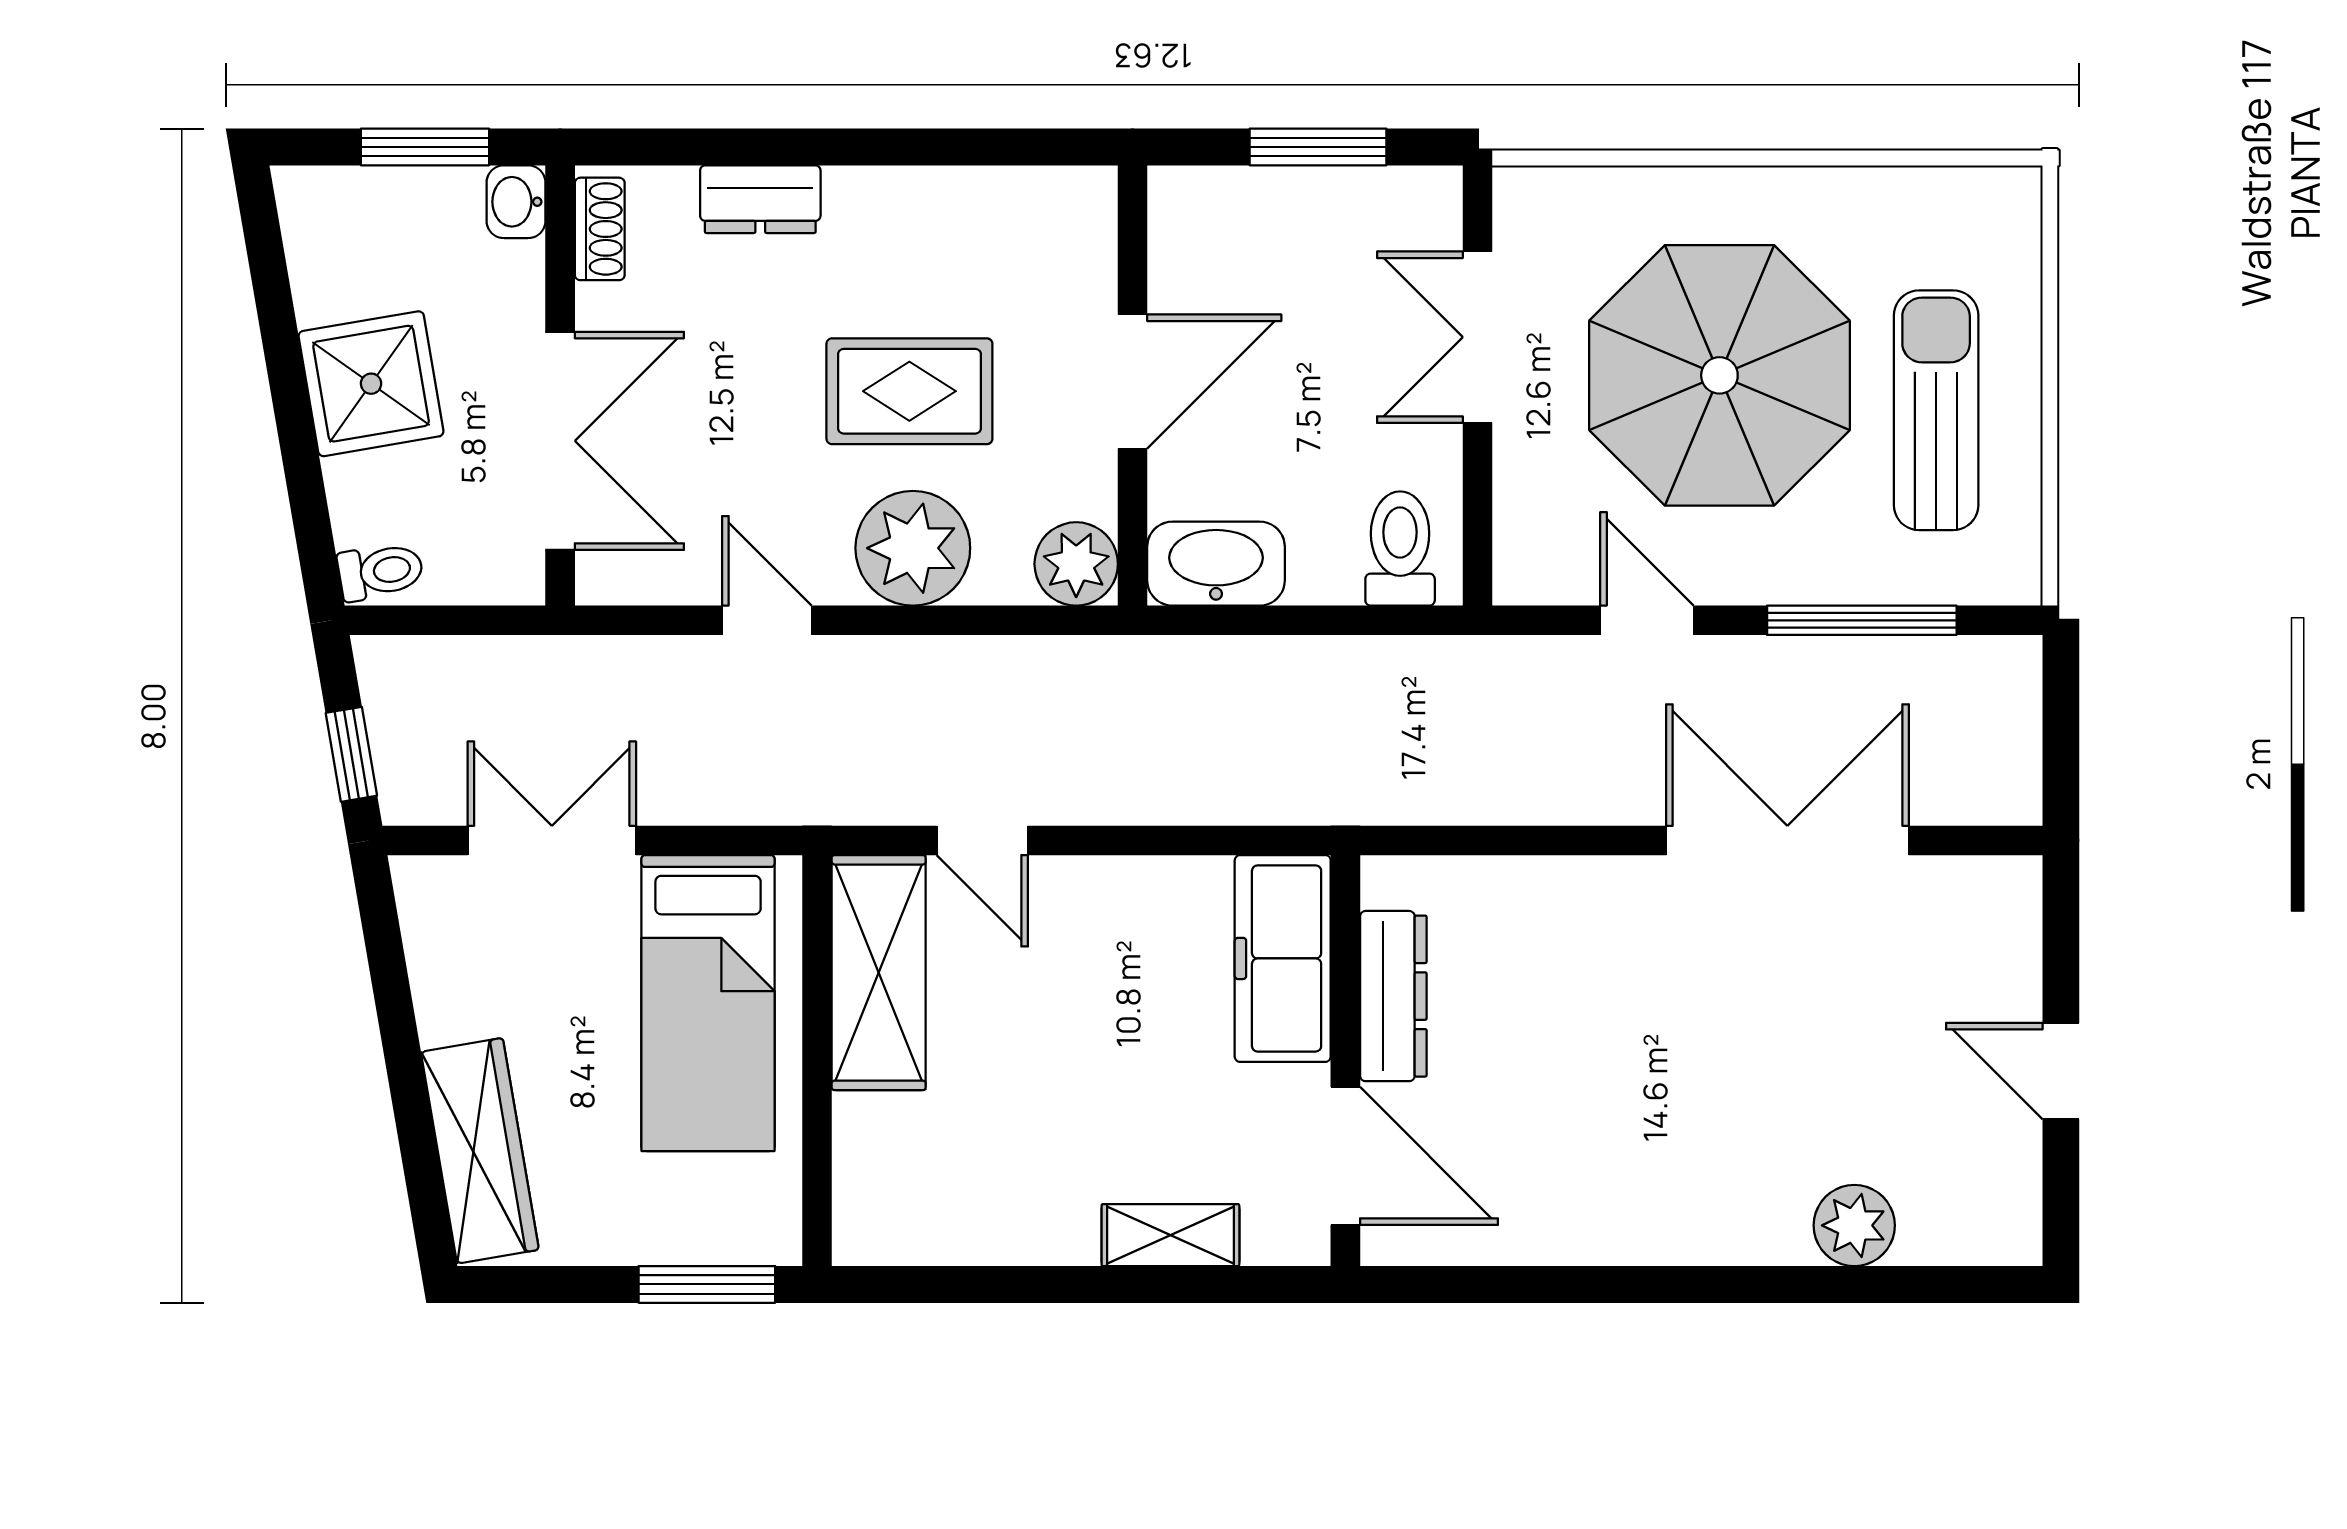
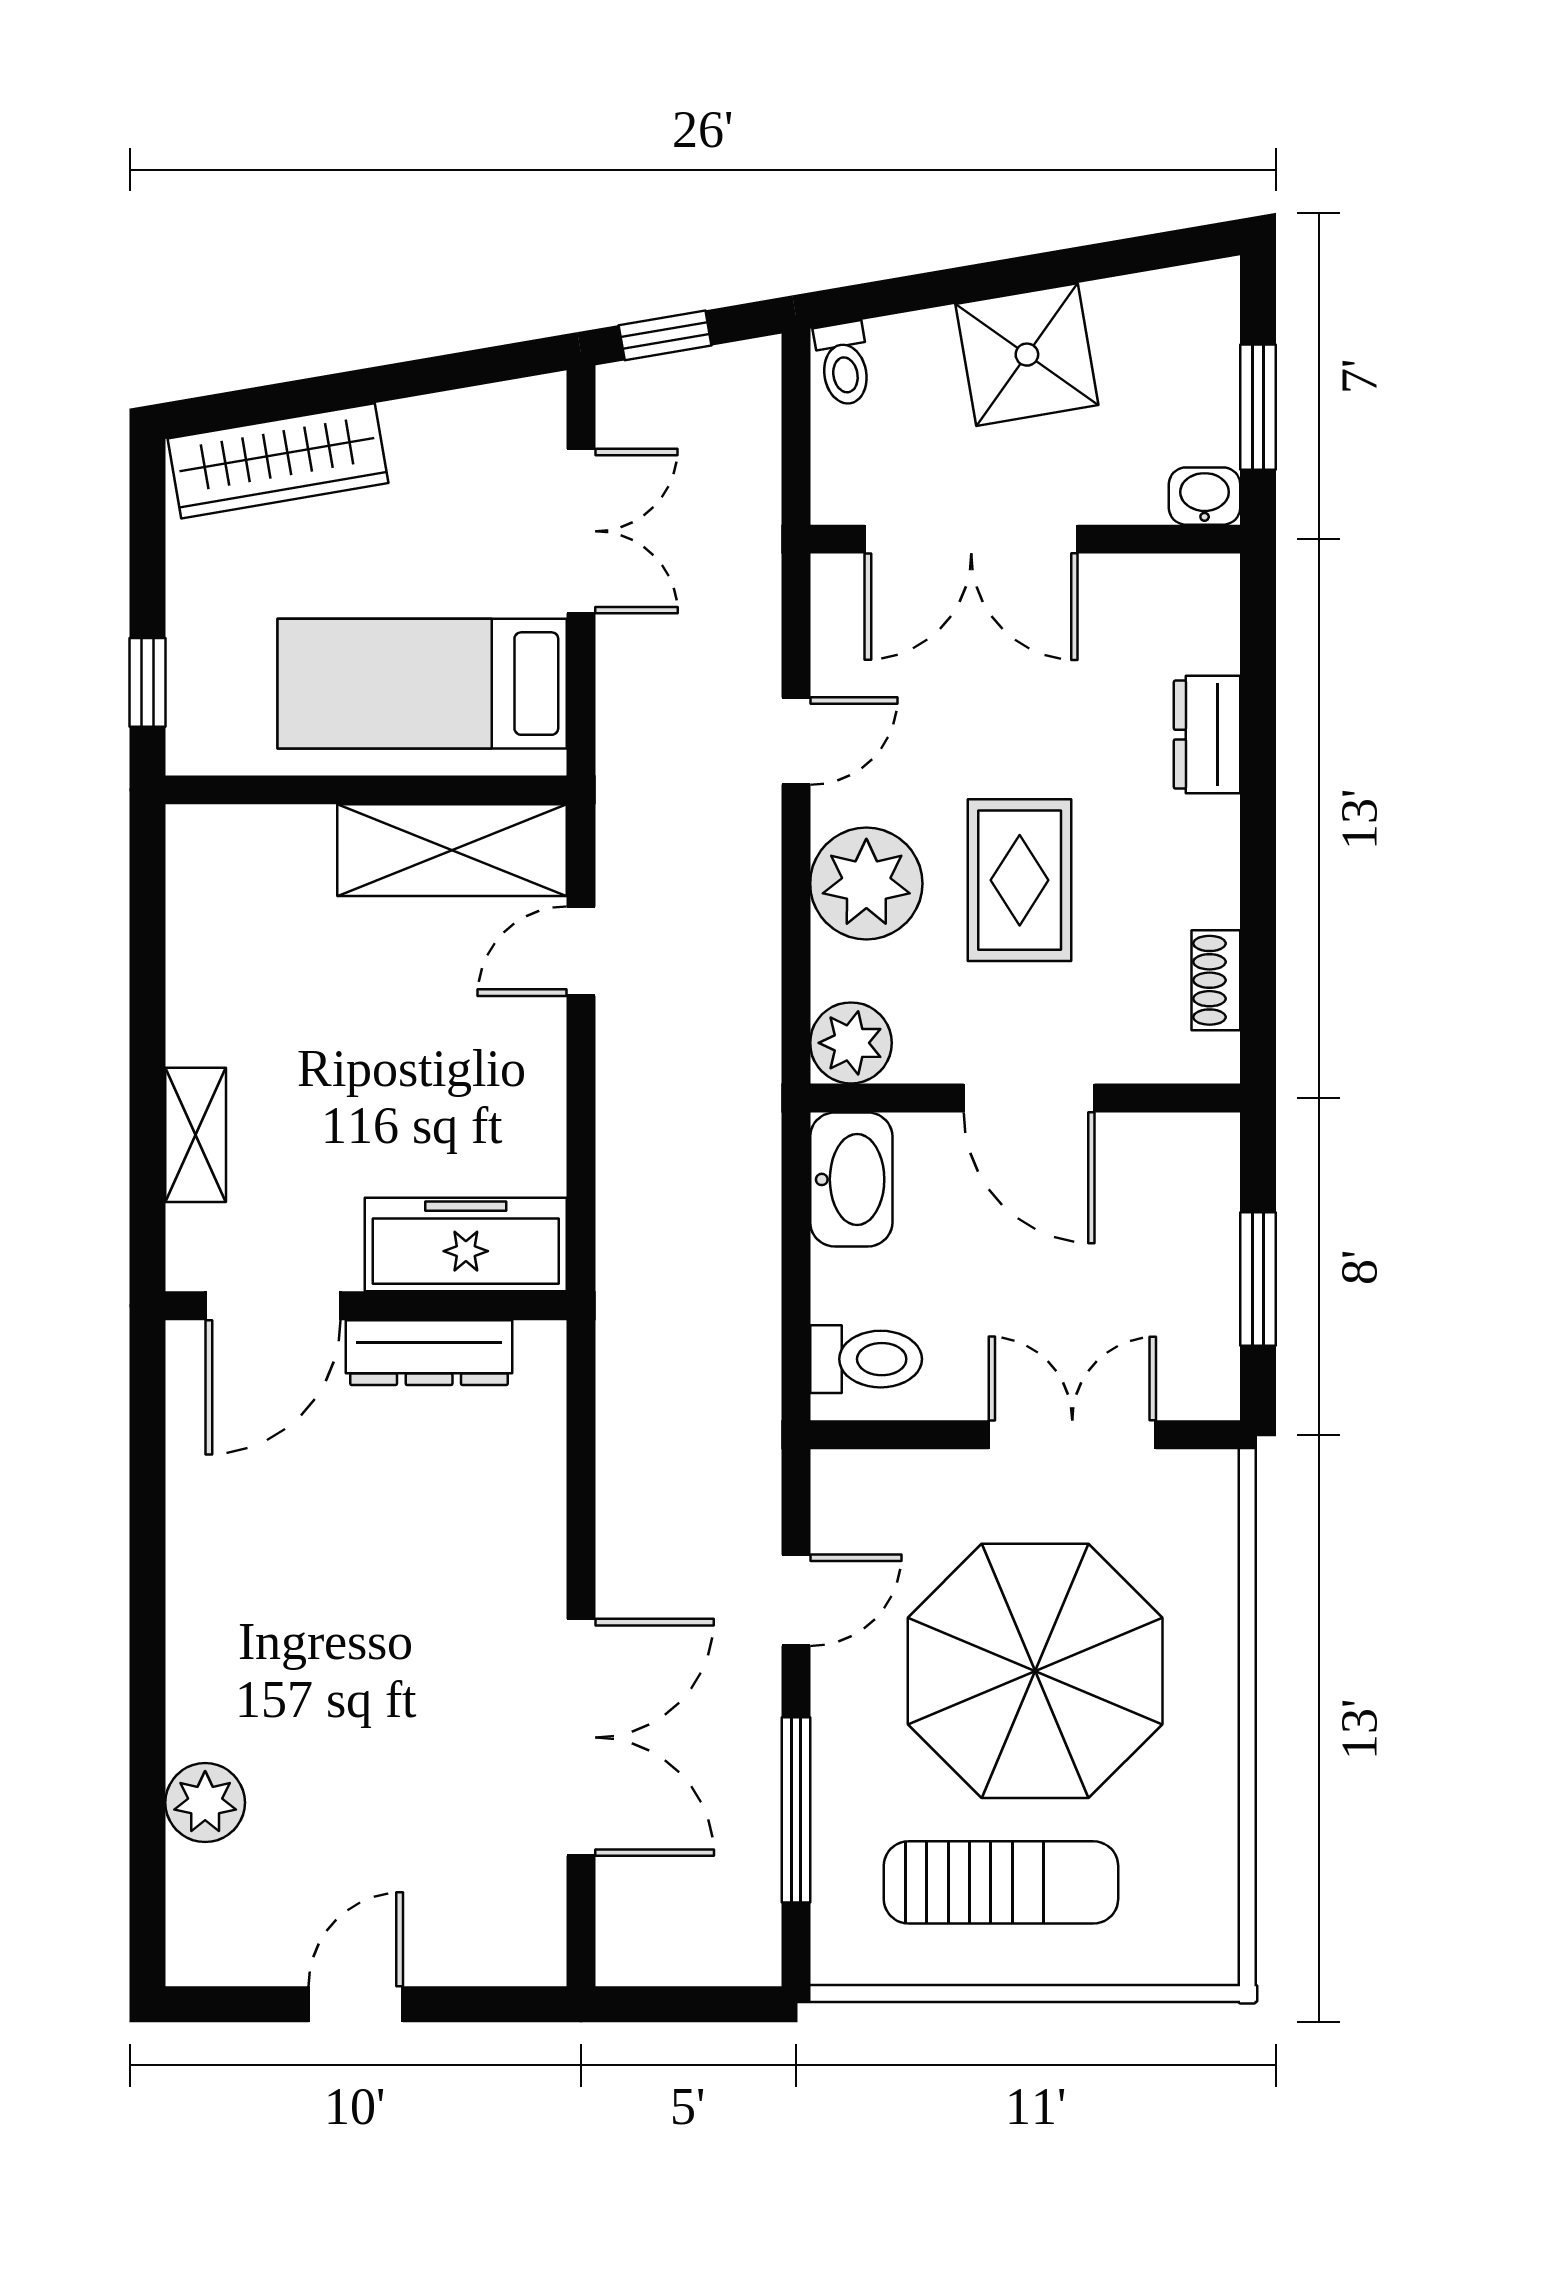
shoe rack: (600, 229) -> (1216, 980), moved, turned 90
window: (707, 1284) -> (148, 682), width x0.67

